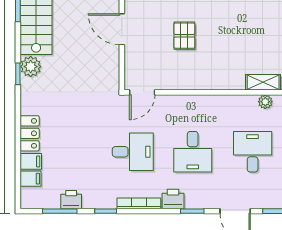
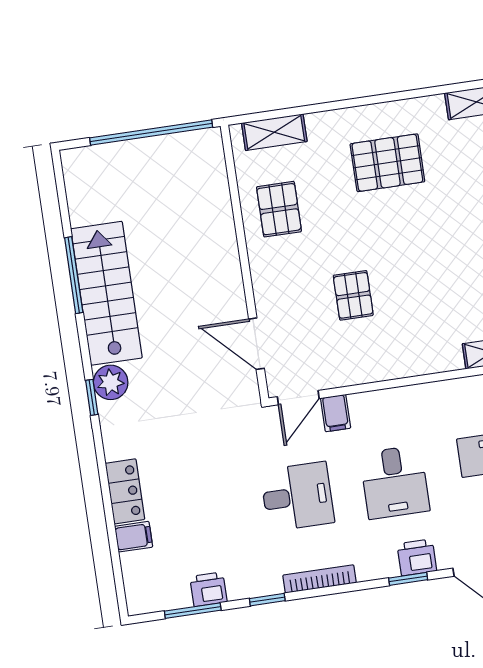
door: (122, 29) -> (257, 344), moved
filing cabinet: (31, 179) -> (336, 413), moved, turned 90
printer: (173, 199) -> (417, 557), moved

